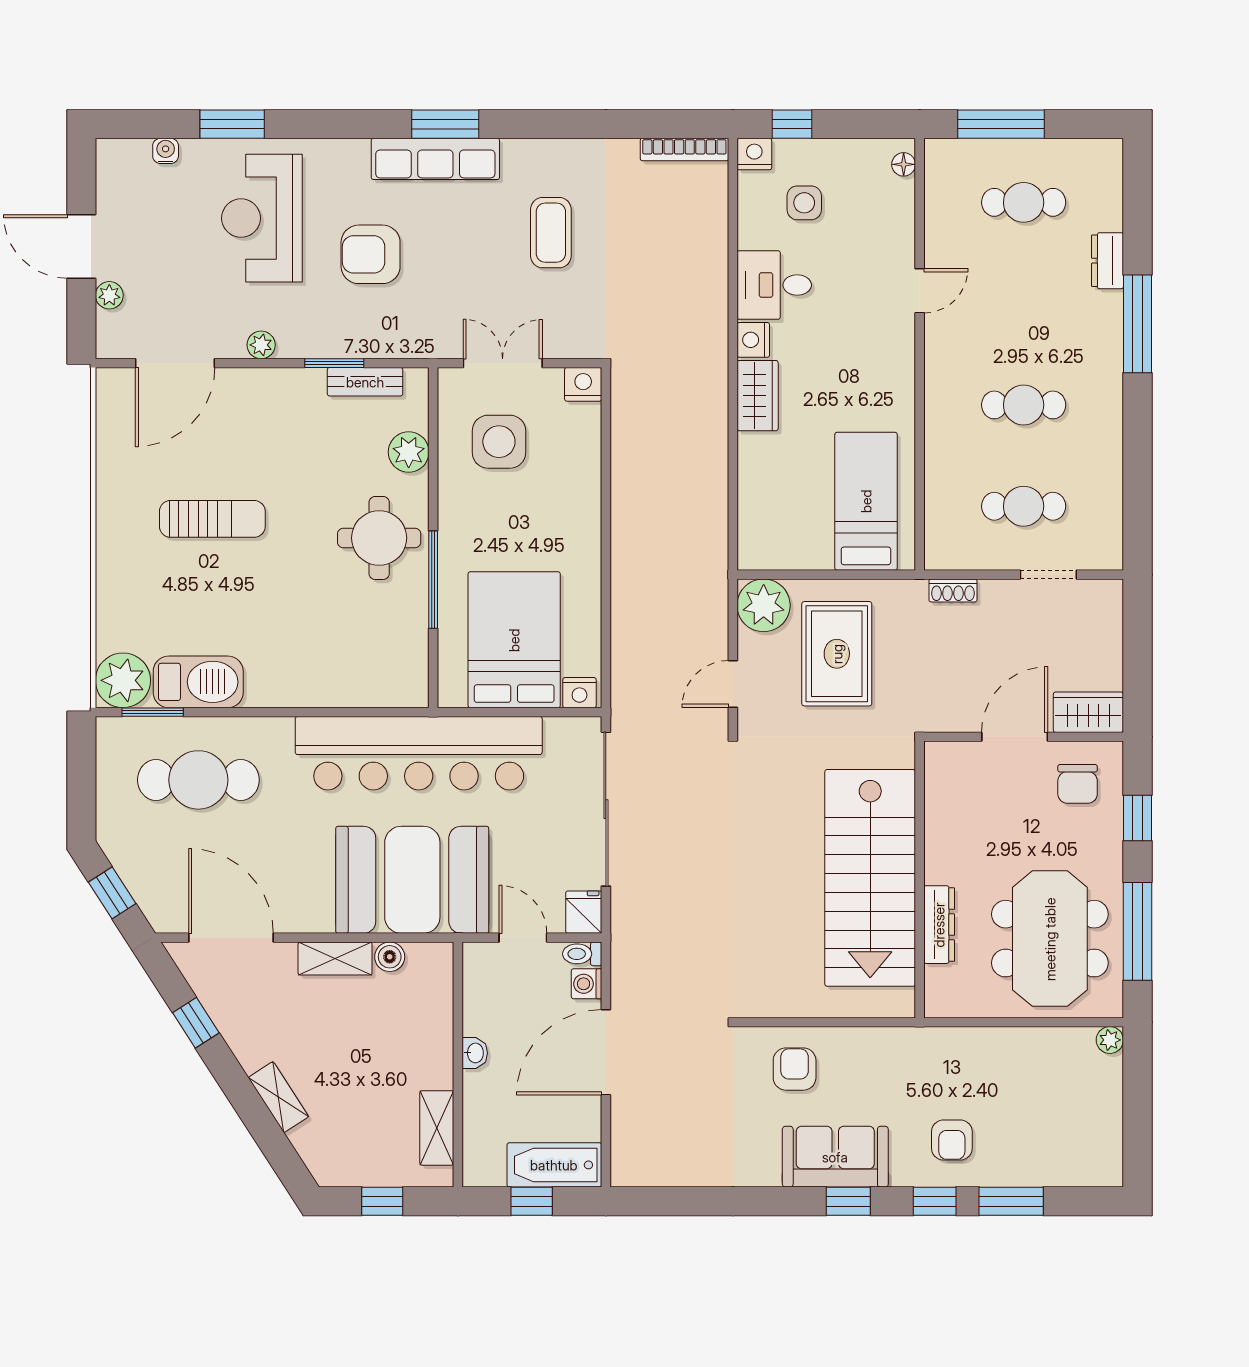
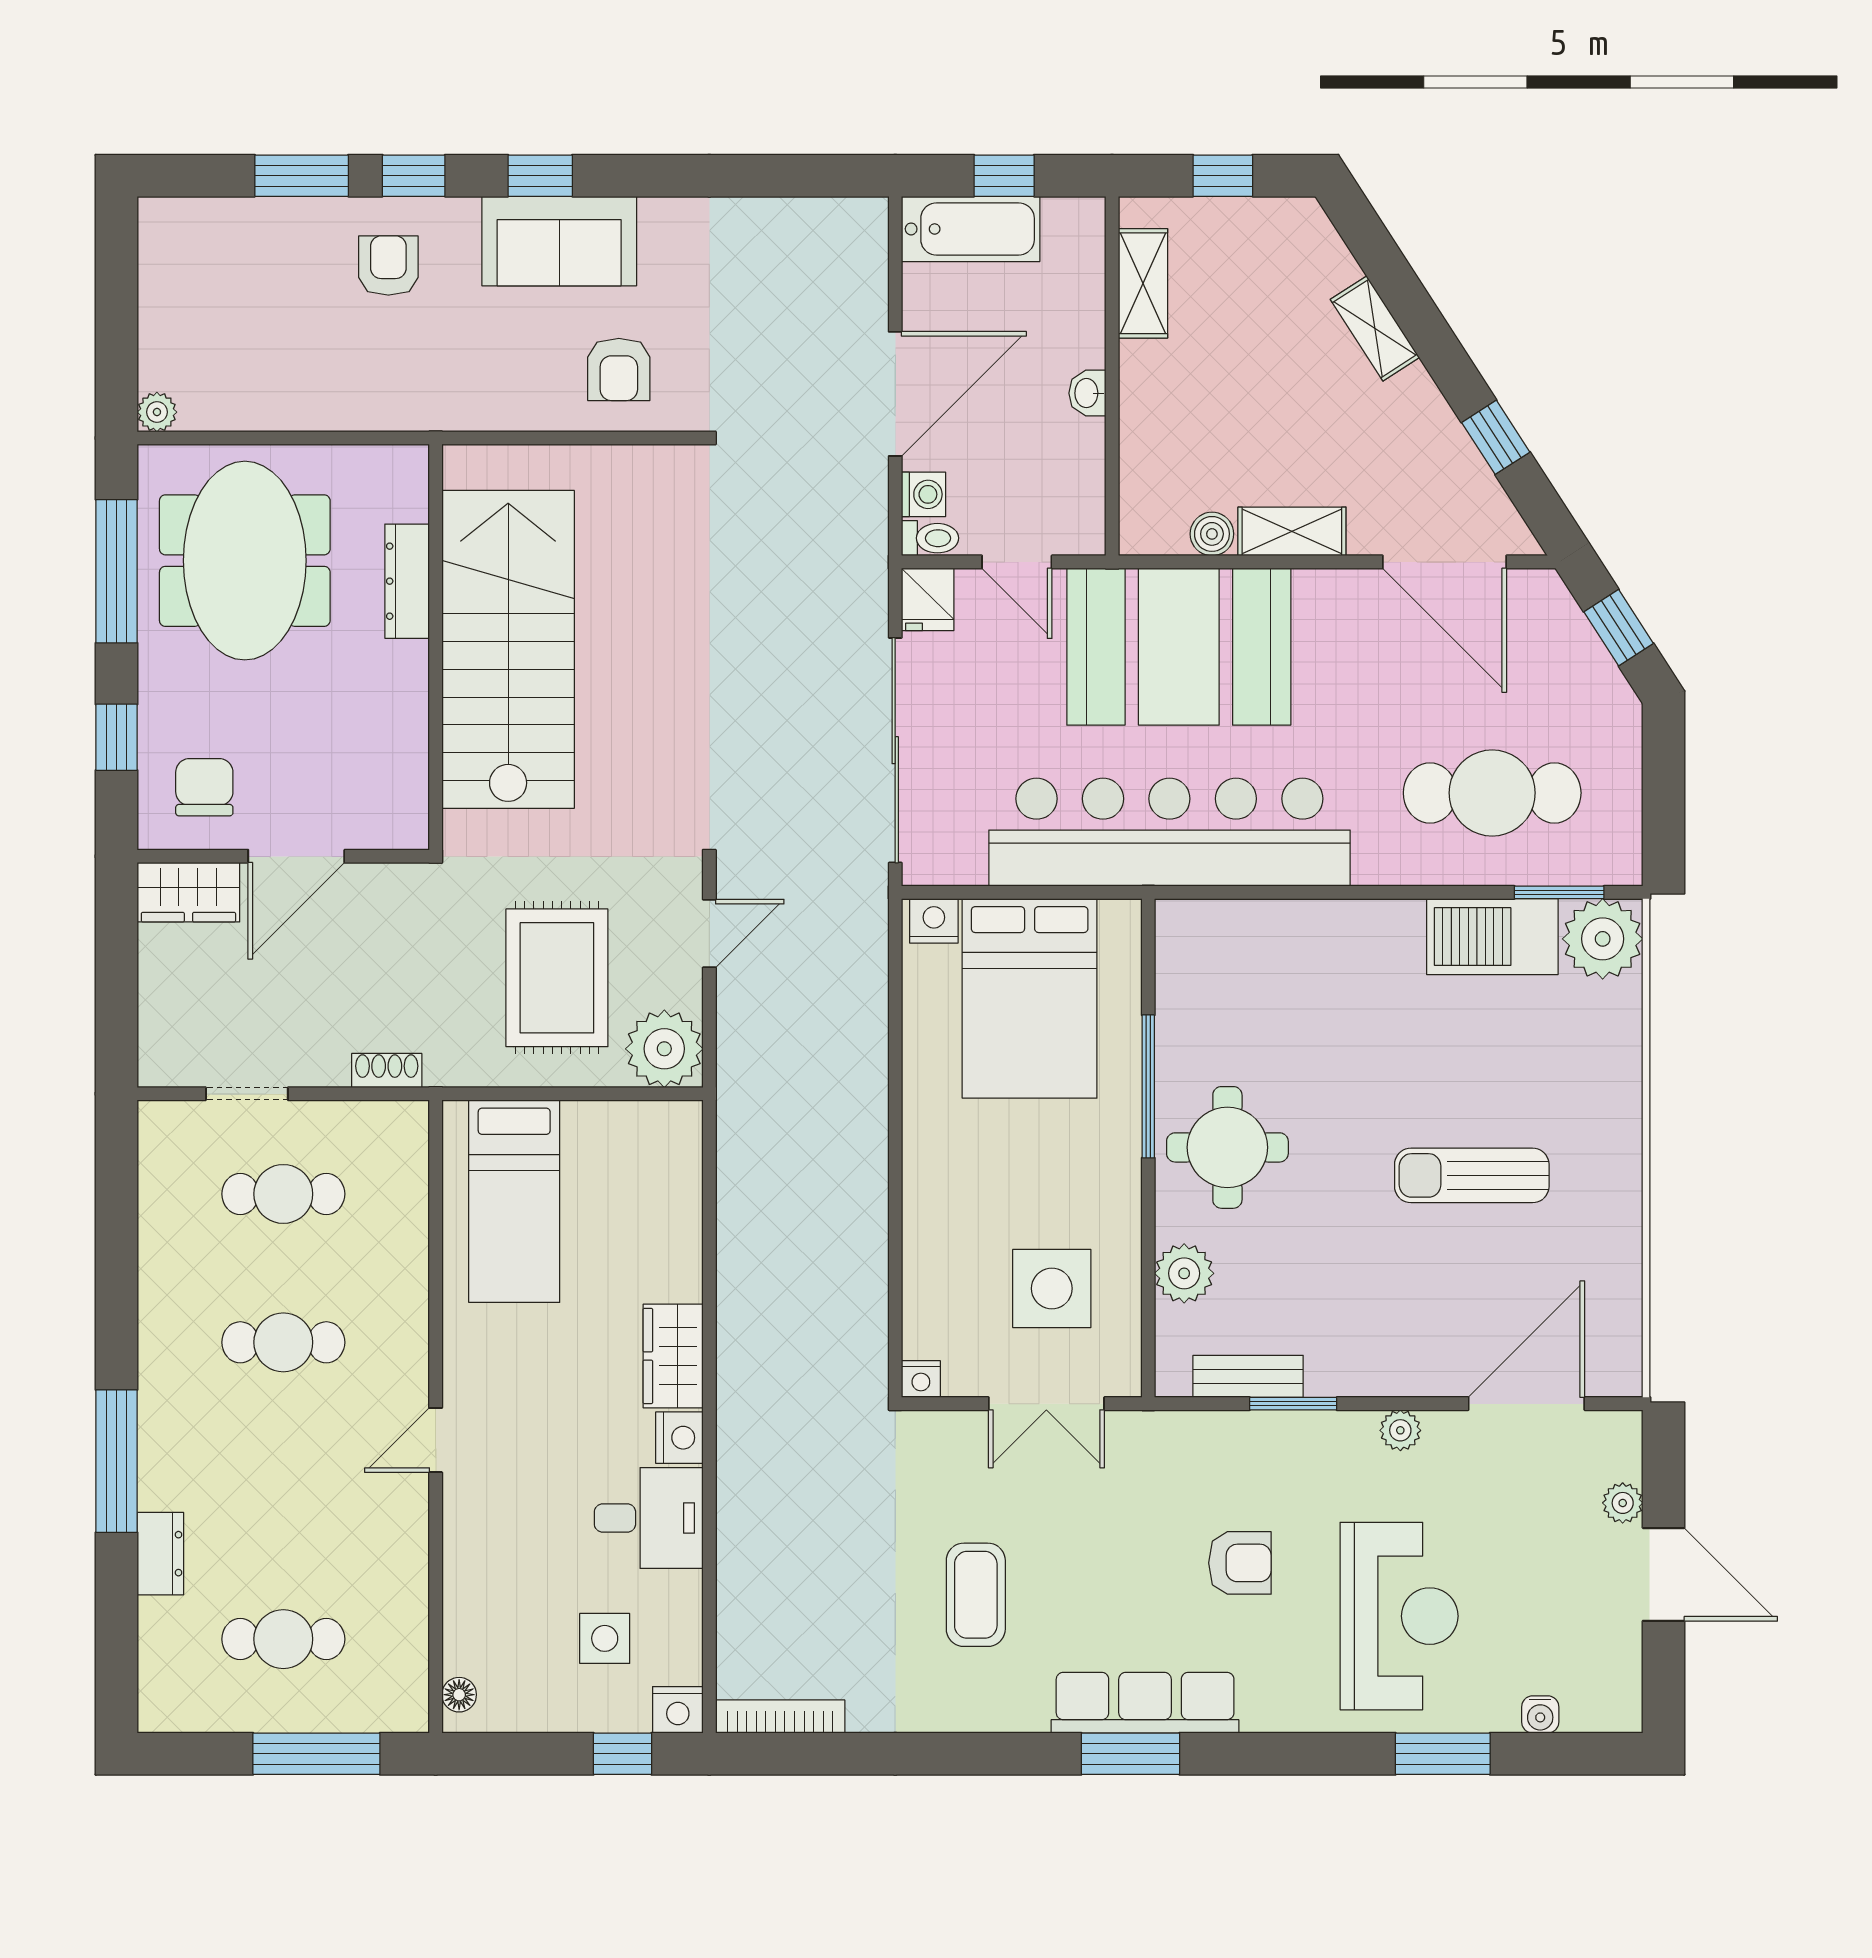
armchair: (371, 254) -> (1240, 1563), width x0.72, depth x0.72
door: (920, 291) -> (436, 1440), moved
nightstand: (583, 384) -> (921, 1379), width x0.72, depth x0.74

